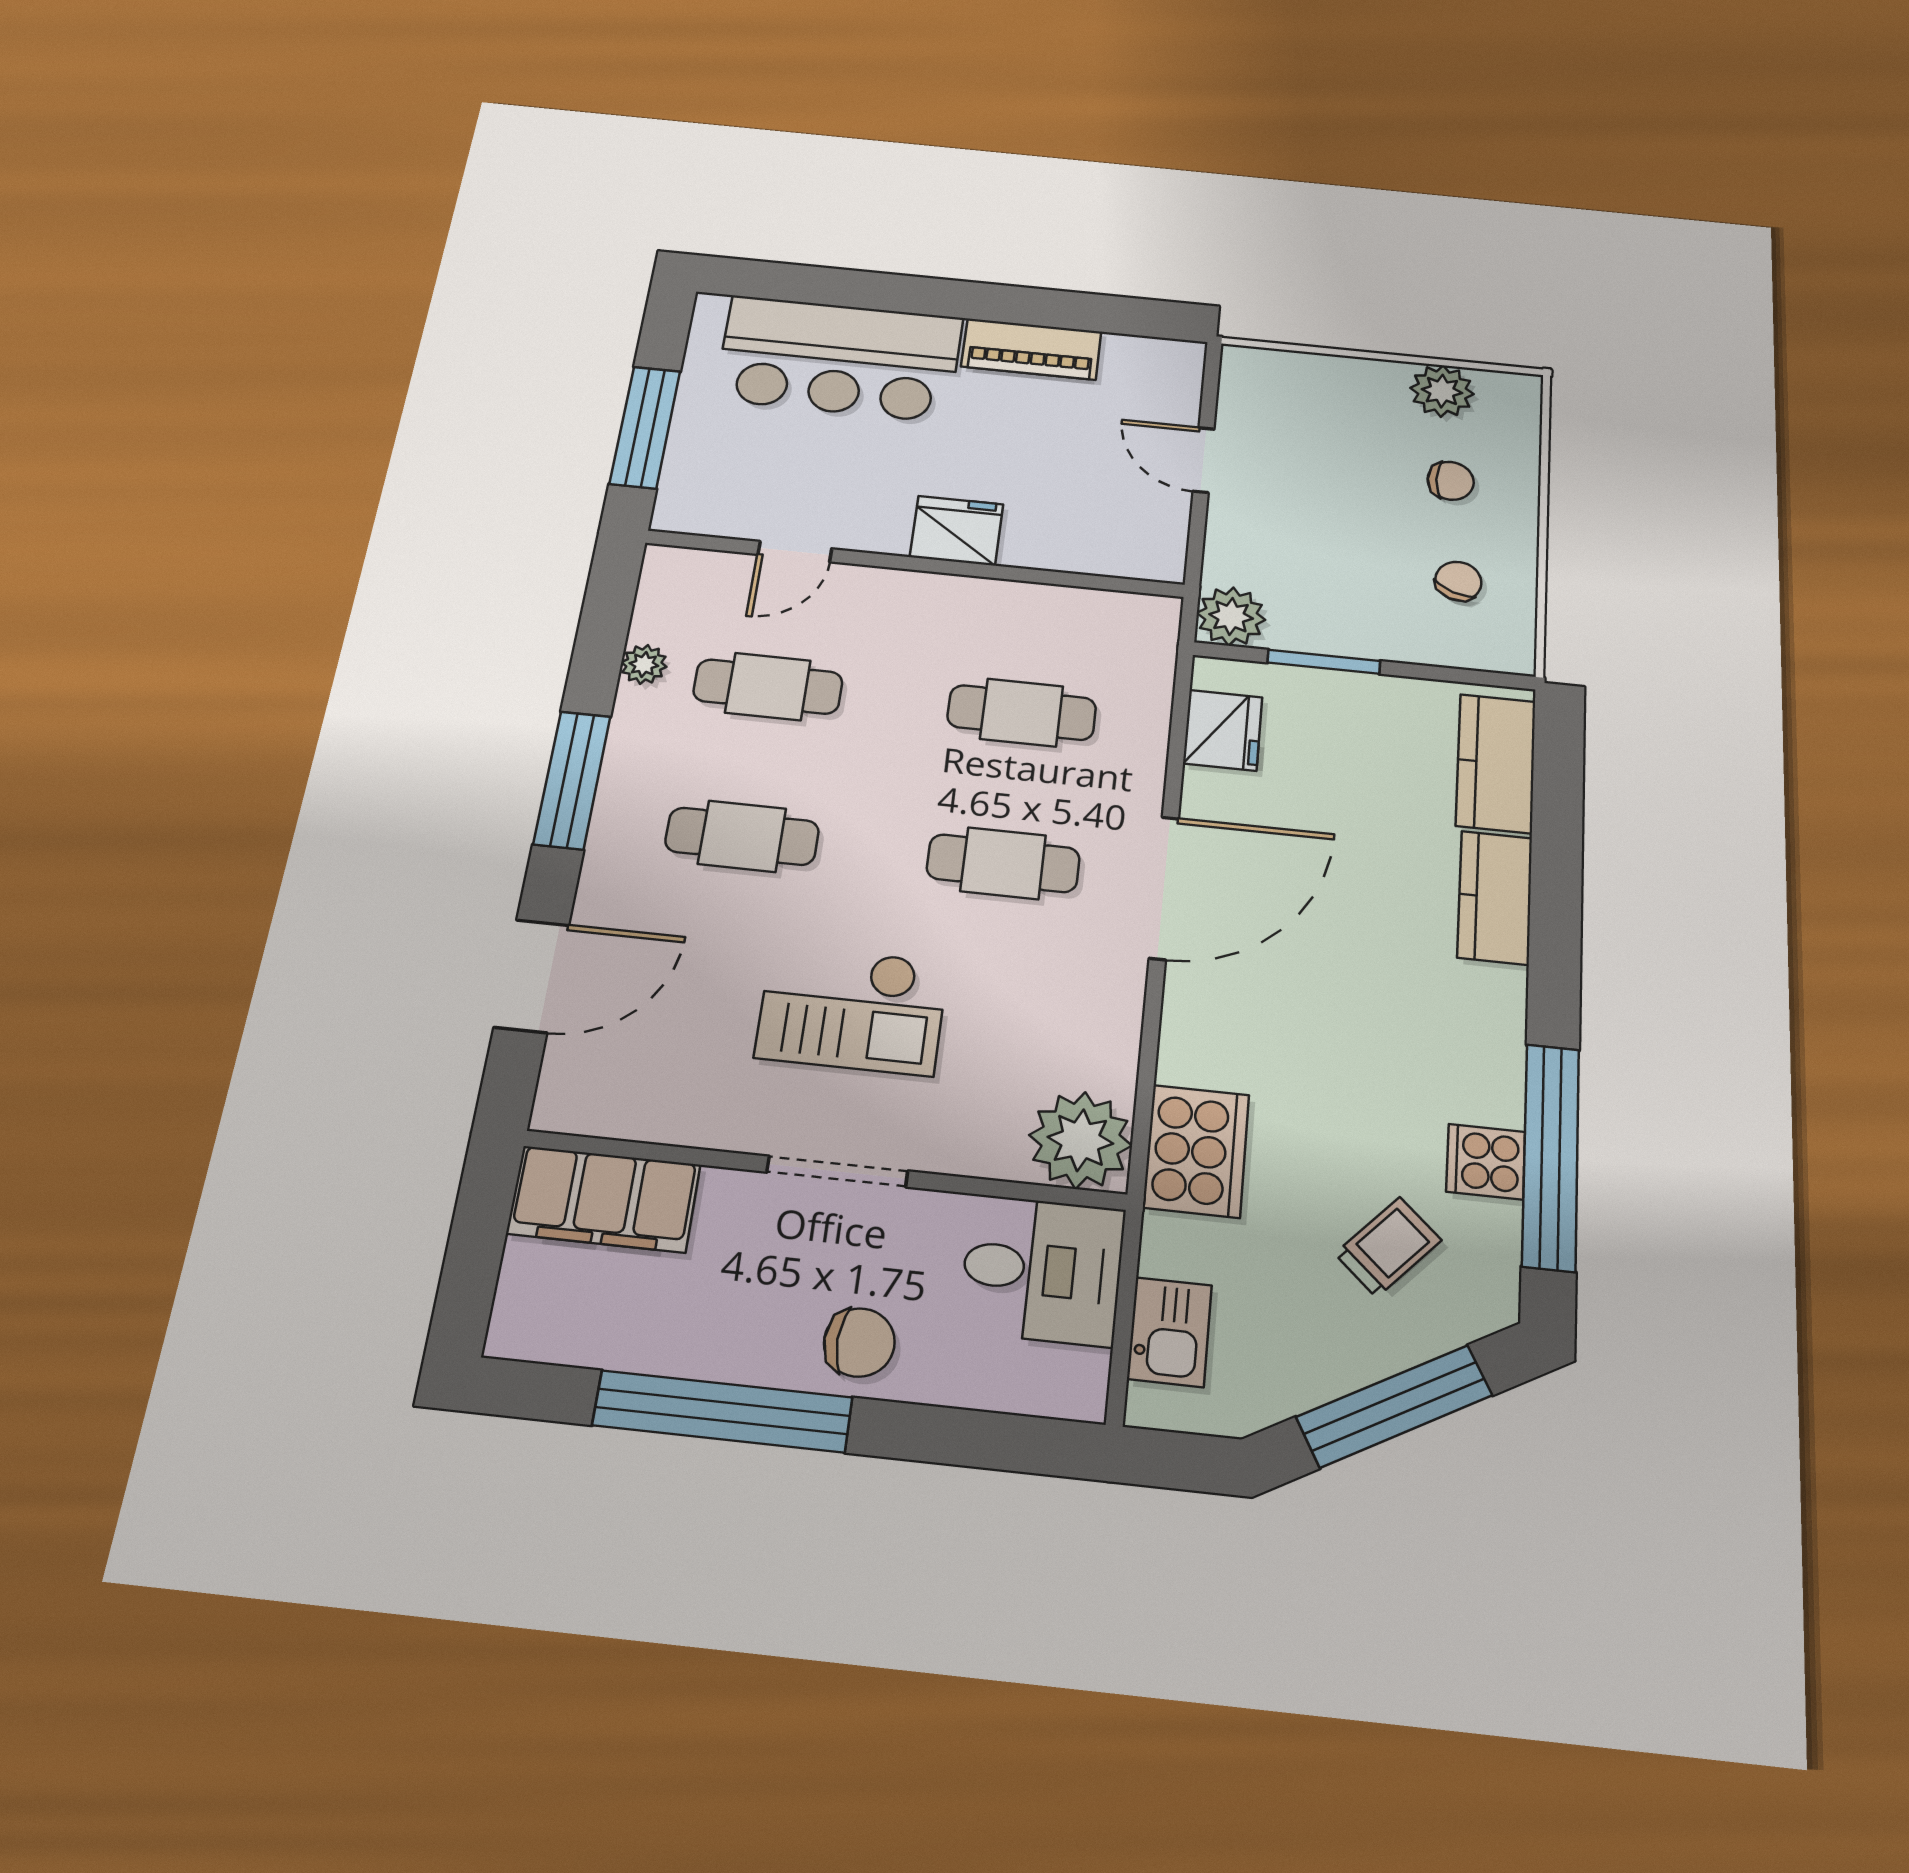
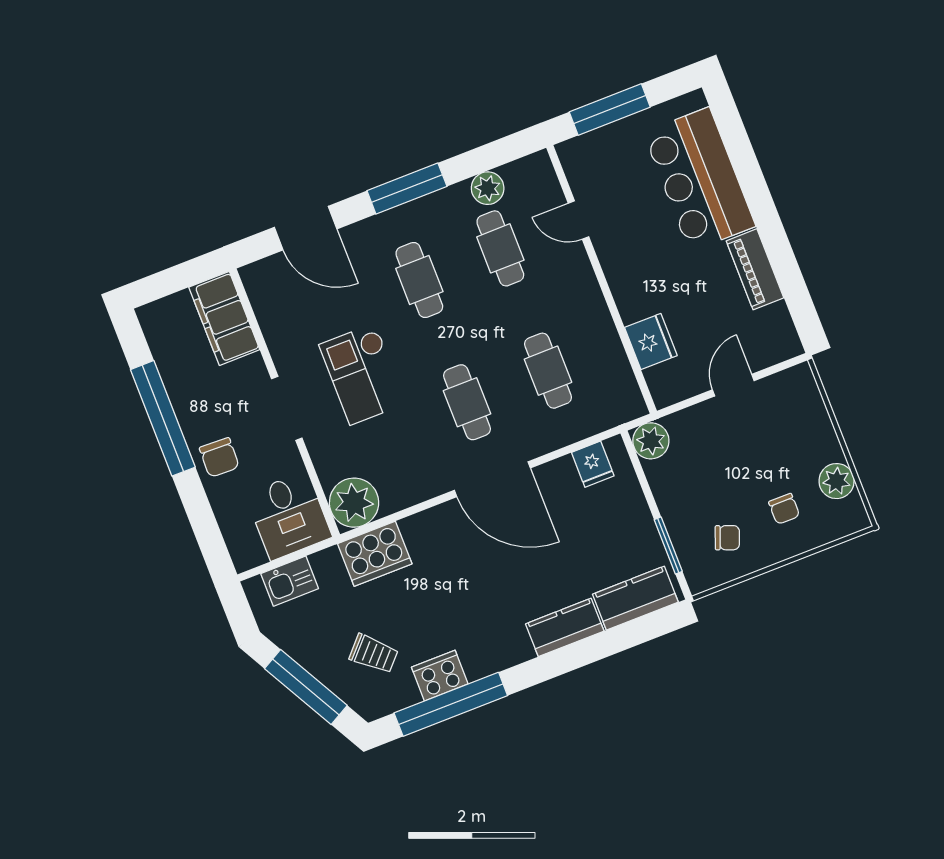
fridge: (957, 531) -> (651, 341), moved
window: (1324, 662) -> (668, 546), moved
plant: (644, 664) -> (488, 188), width x1.38, depth x1.38
fridge: (1223, 730) -> (593, 464), width x0.72
cooker: (1486, 1162) -> (440, 676), width x1.36

